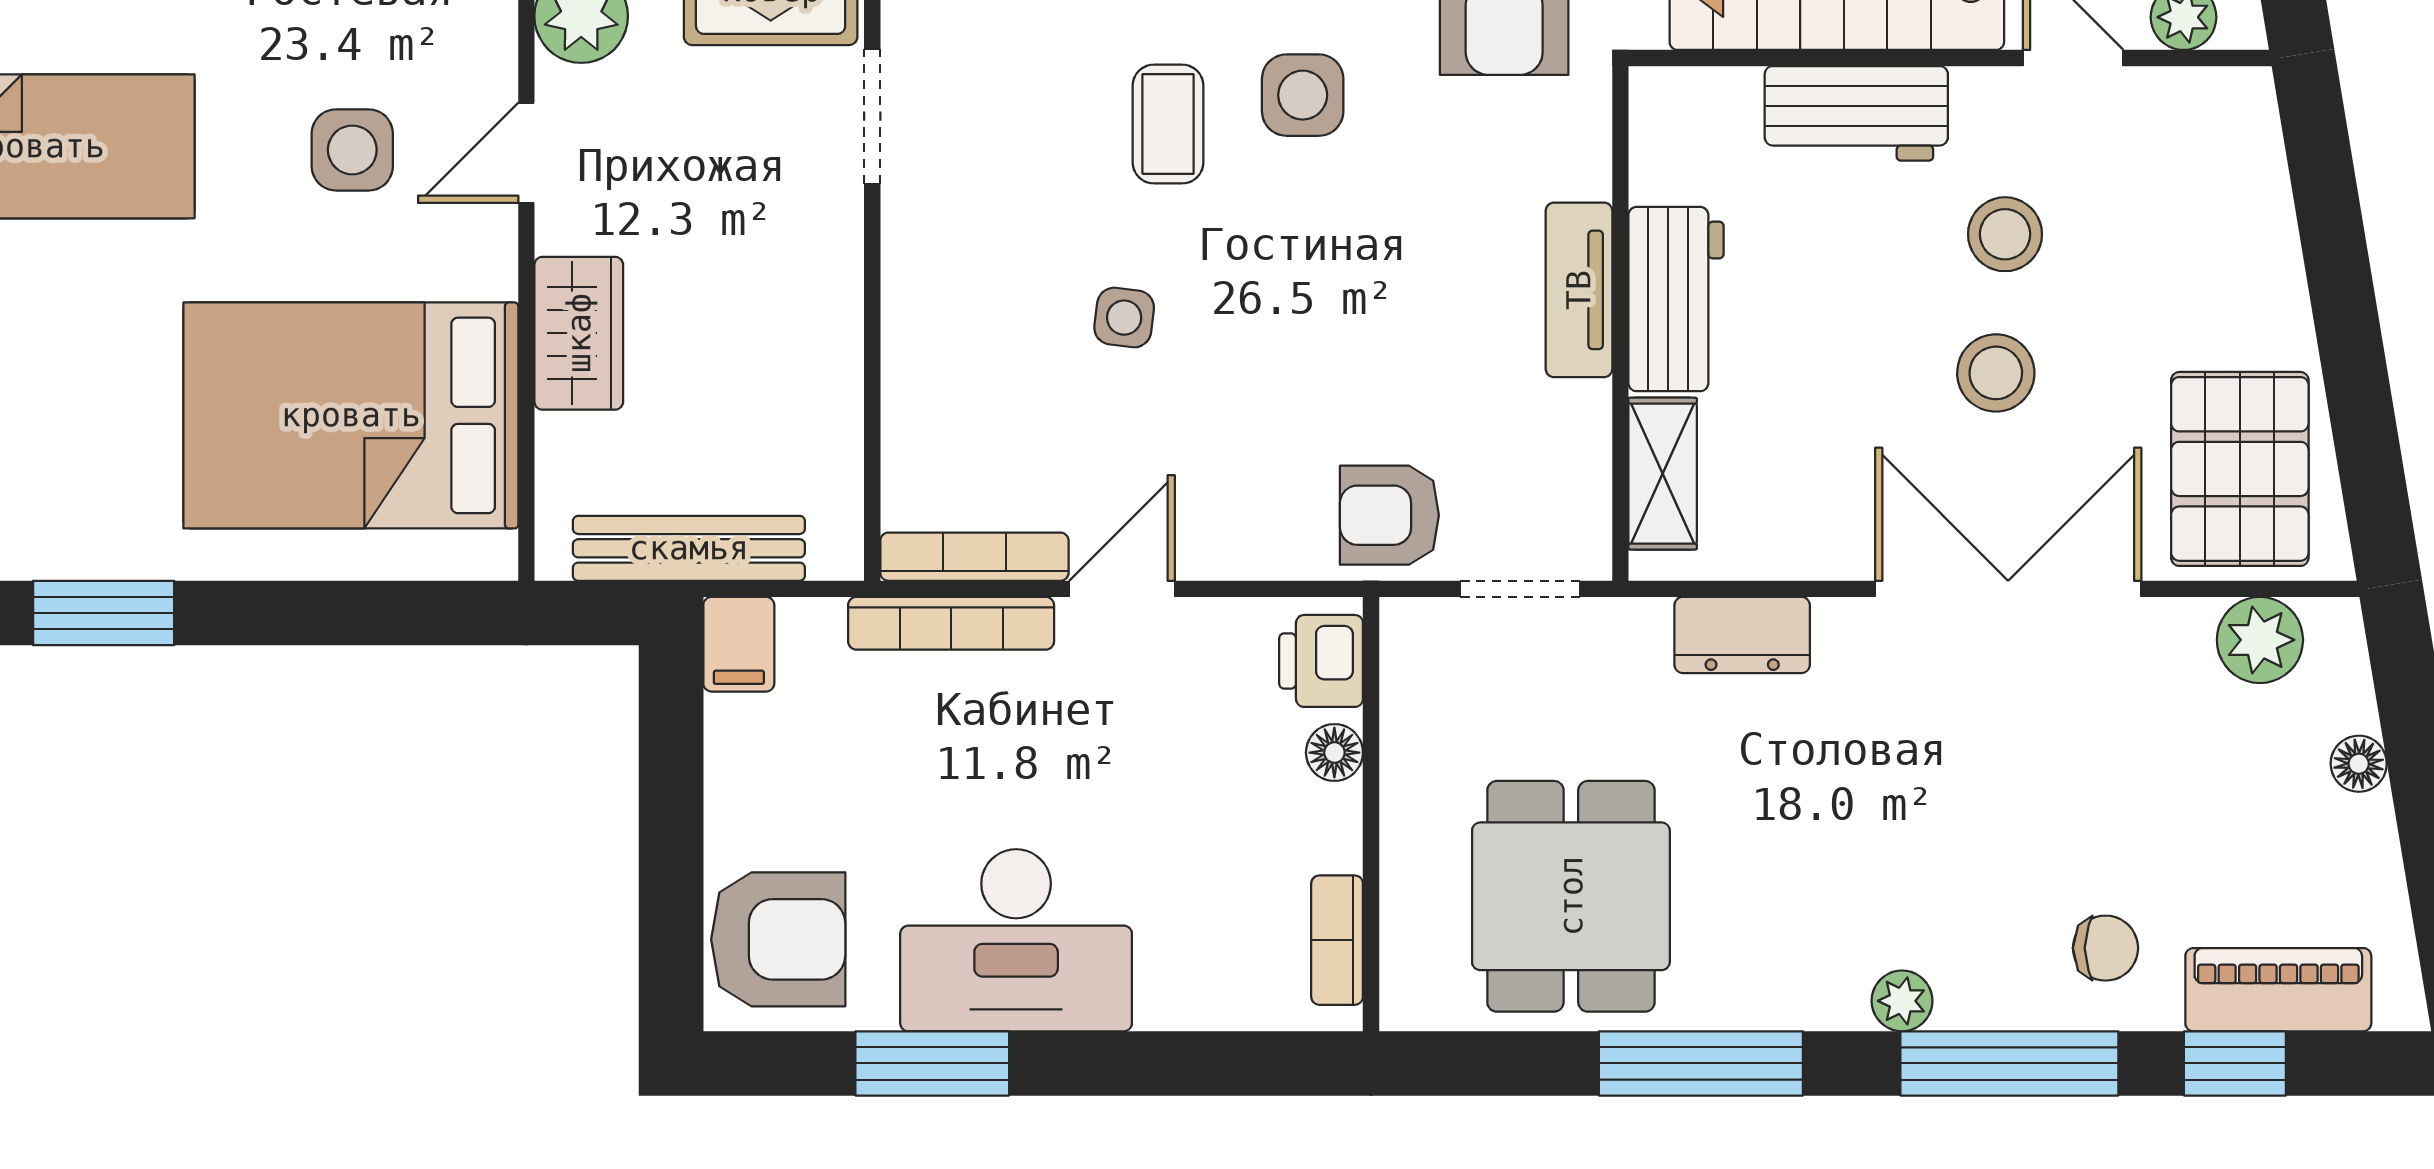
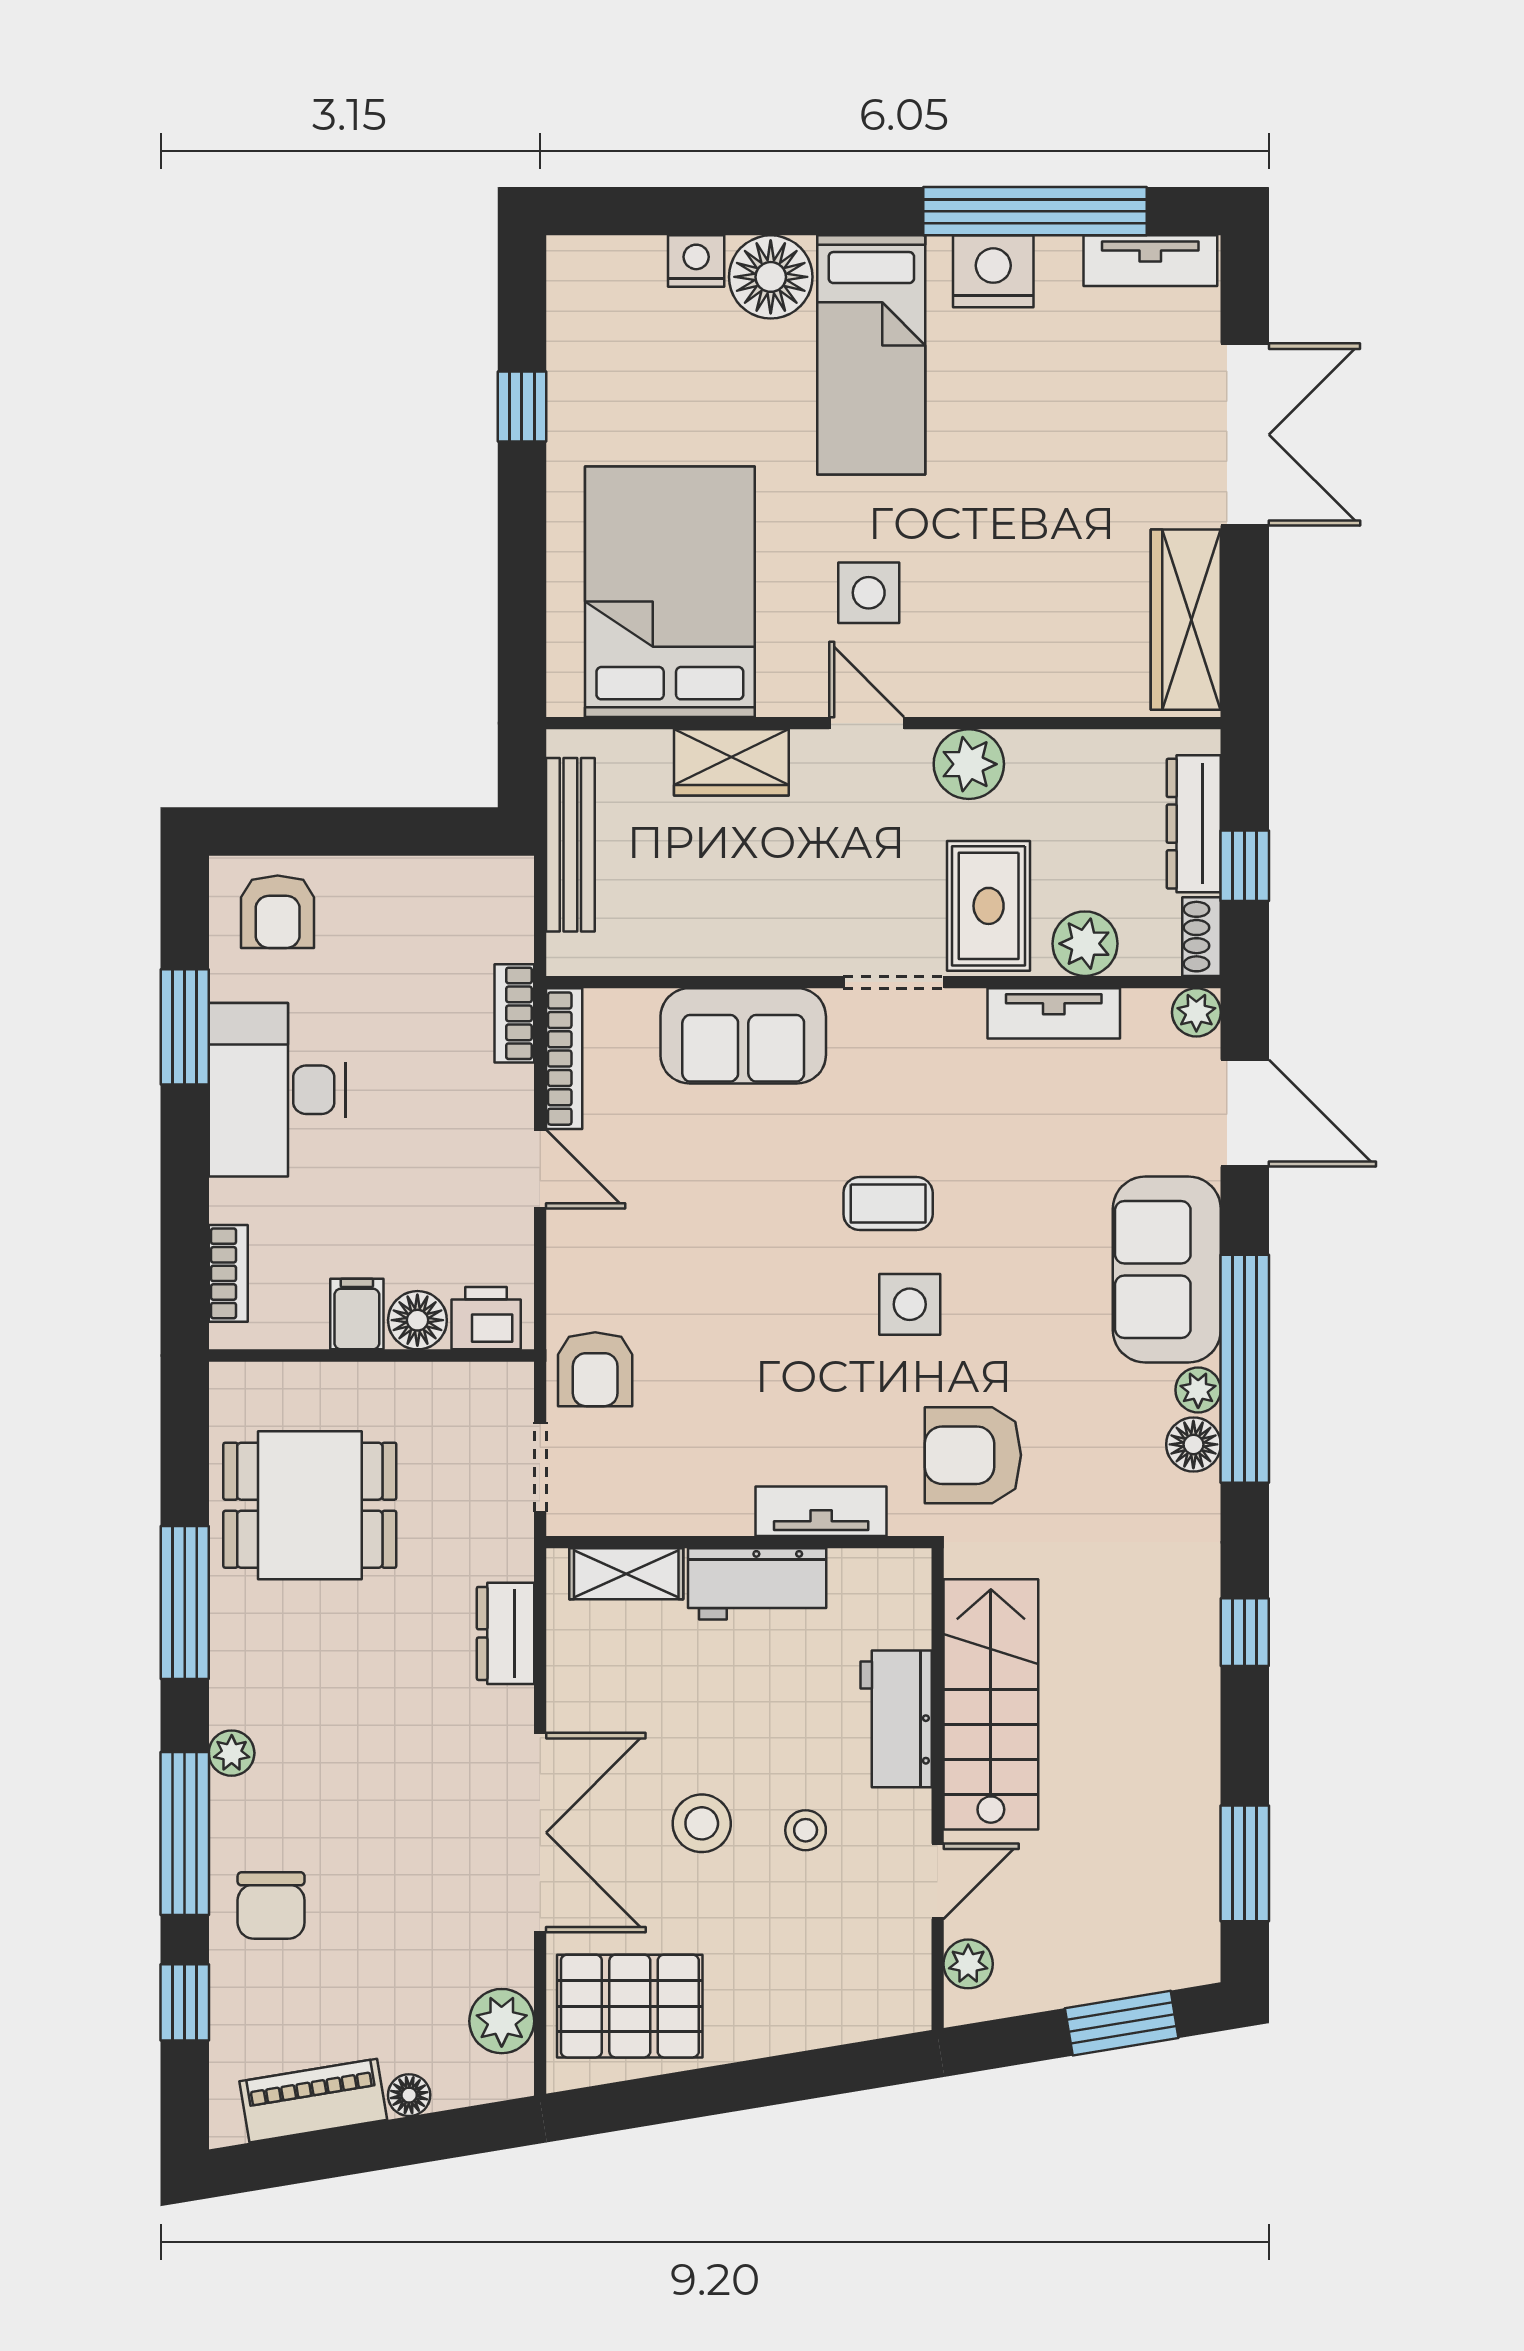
stool: (2005, 234) -> (806, 1830), width x0.73, depth x0.73
tv unit: (1579, 290) -> (821, 1511), moved
sofa: (944, 317) -> (743, 1036), added
side table: (1124, 318) -> (743, 1171), removed
armchair: (1389, 515) -> (595, 1369), turned 180
window: (104, 613) -> (522, 407), width x0.67
bookcase: (951, 623) -> (514, 1013), width x0.64
filing cabinet: (739, 644) -> (357, 1314), moved, turned 90
floor lamp: (1334, 753) -> (417, 1320), width x1.37, depth x1.37
armchair: (778, 939) -> (278, 912), width x0.72, depth x0.72
bookcase: (1337, 940) -> (228, 1273), moved, turned 90
chair: (2106, 948) -> (271, 1905), width x1.37, depth x1.37
piano: (2278, 990) -> (313, 2101), moved, turned -99

